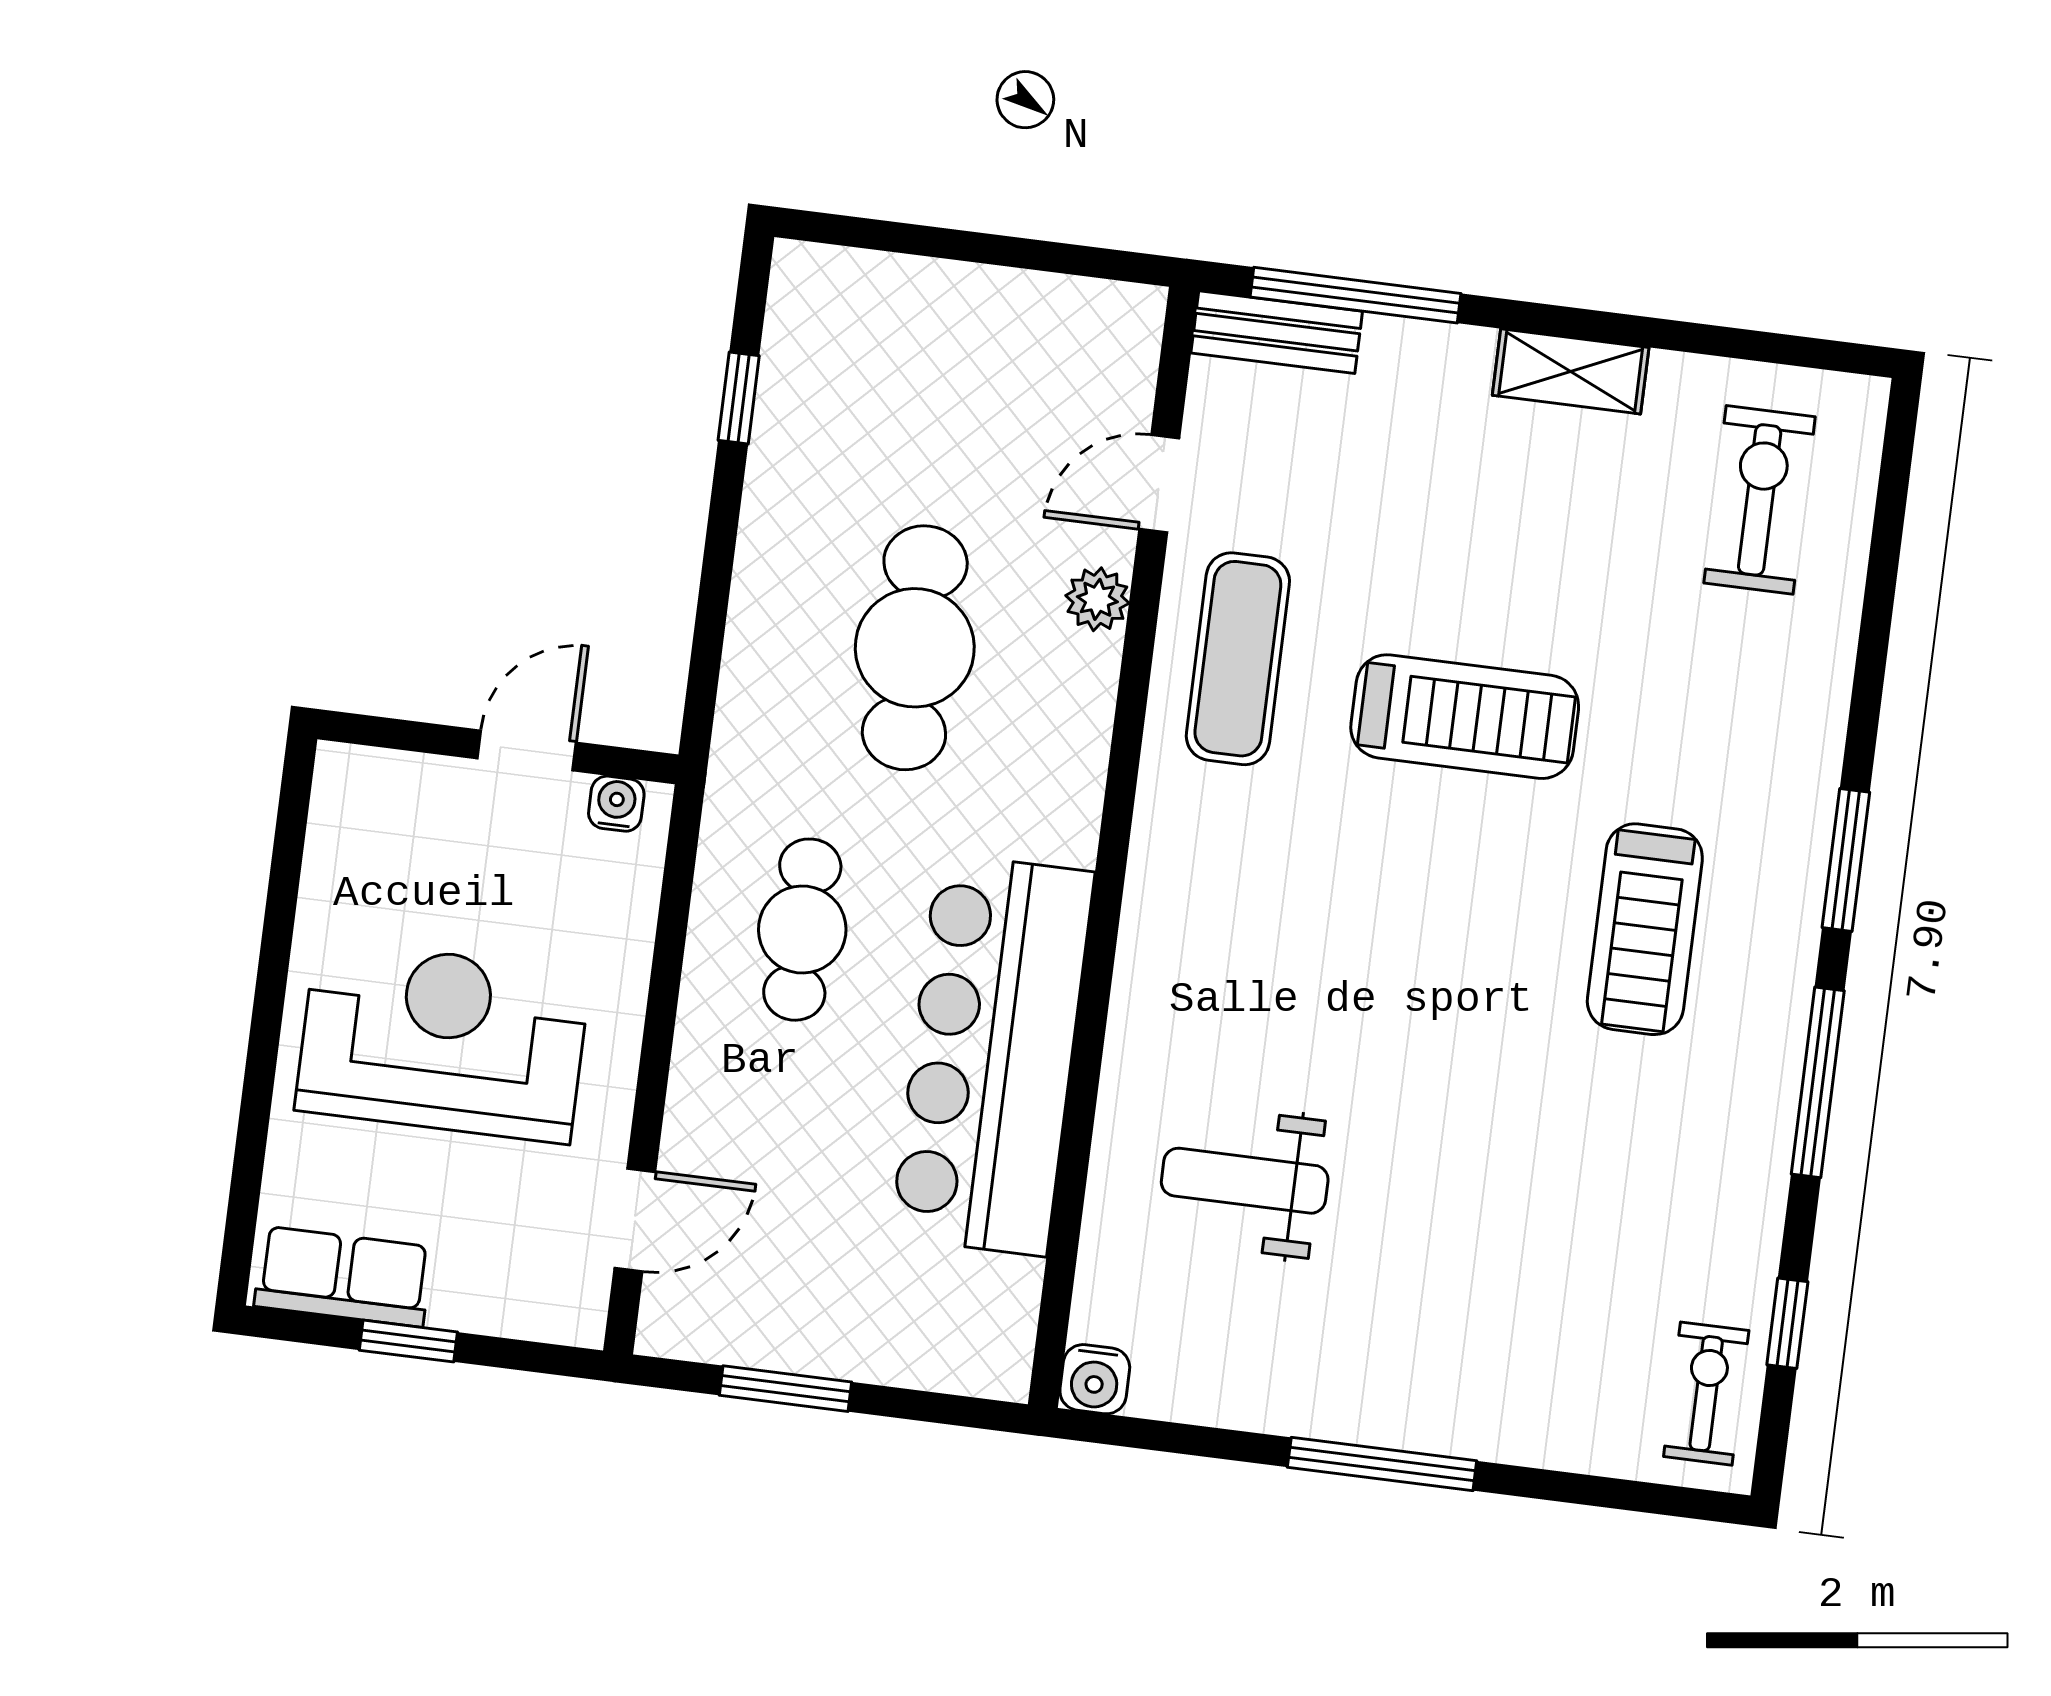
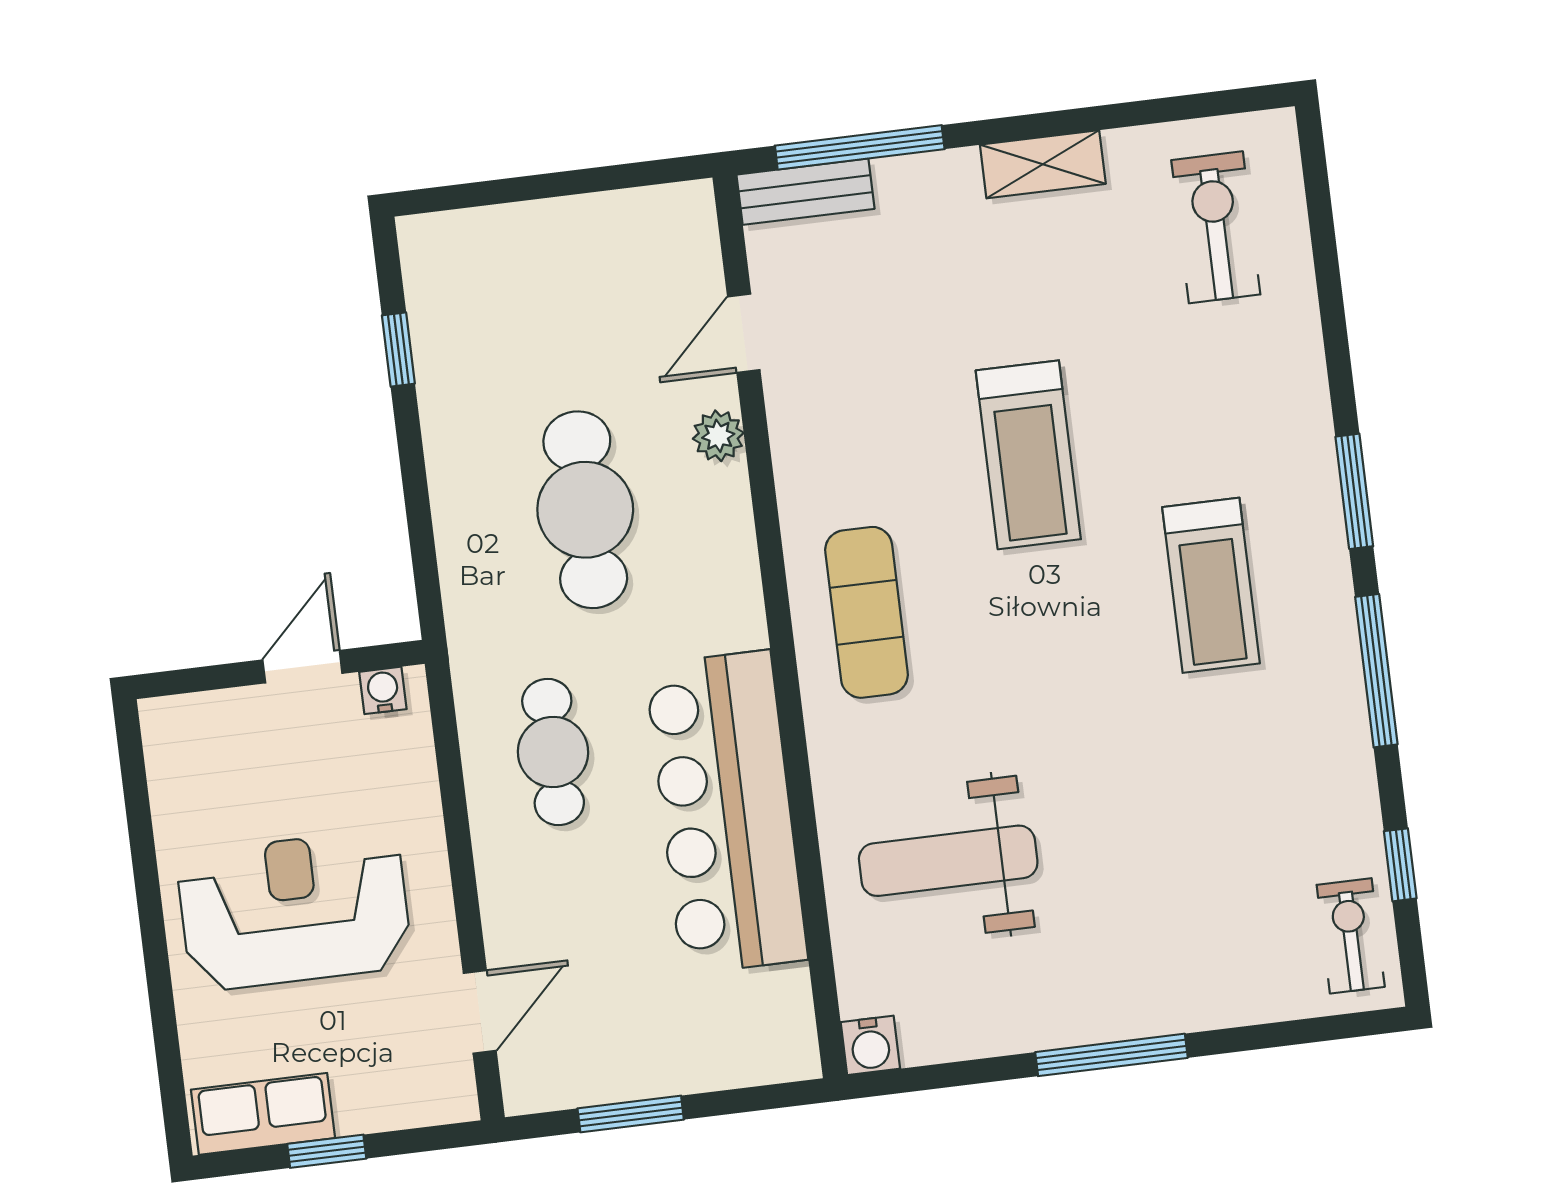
exercise mat: (1238, 659) -> (867, 612), moved
treadmill: (1465, 717) -> (1028, 455), turned 90
weight bench: (1245, 1181) -> (948, 861), width x1.36, depth x1.33

